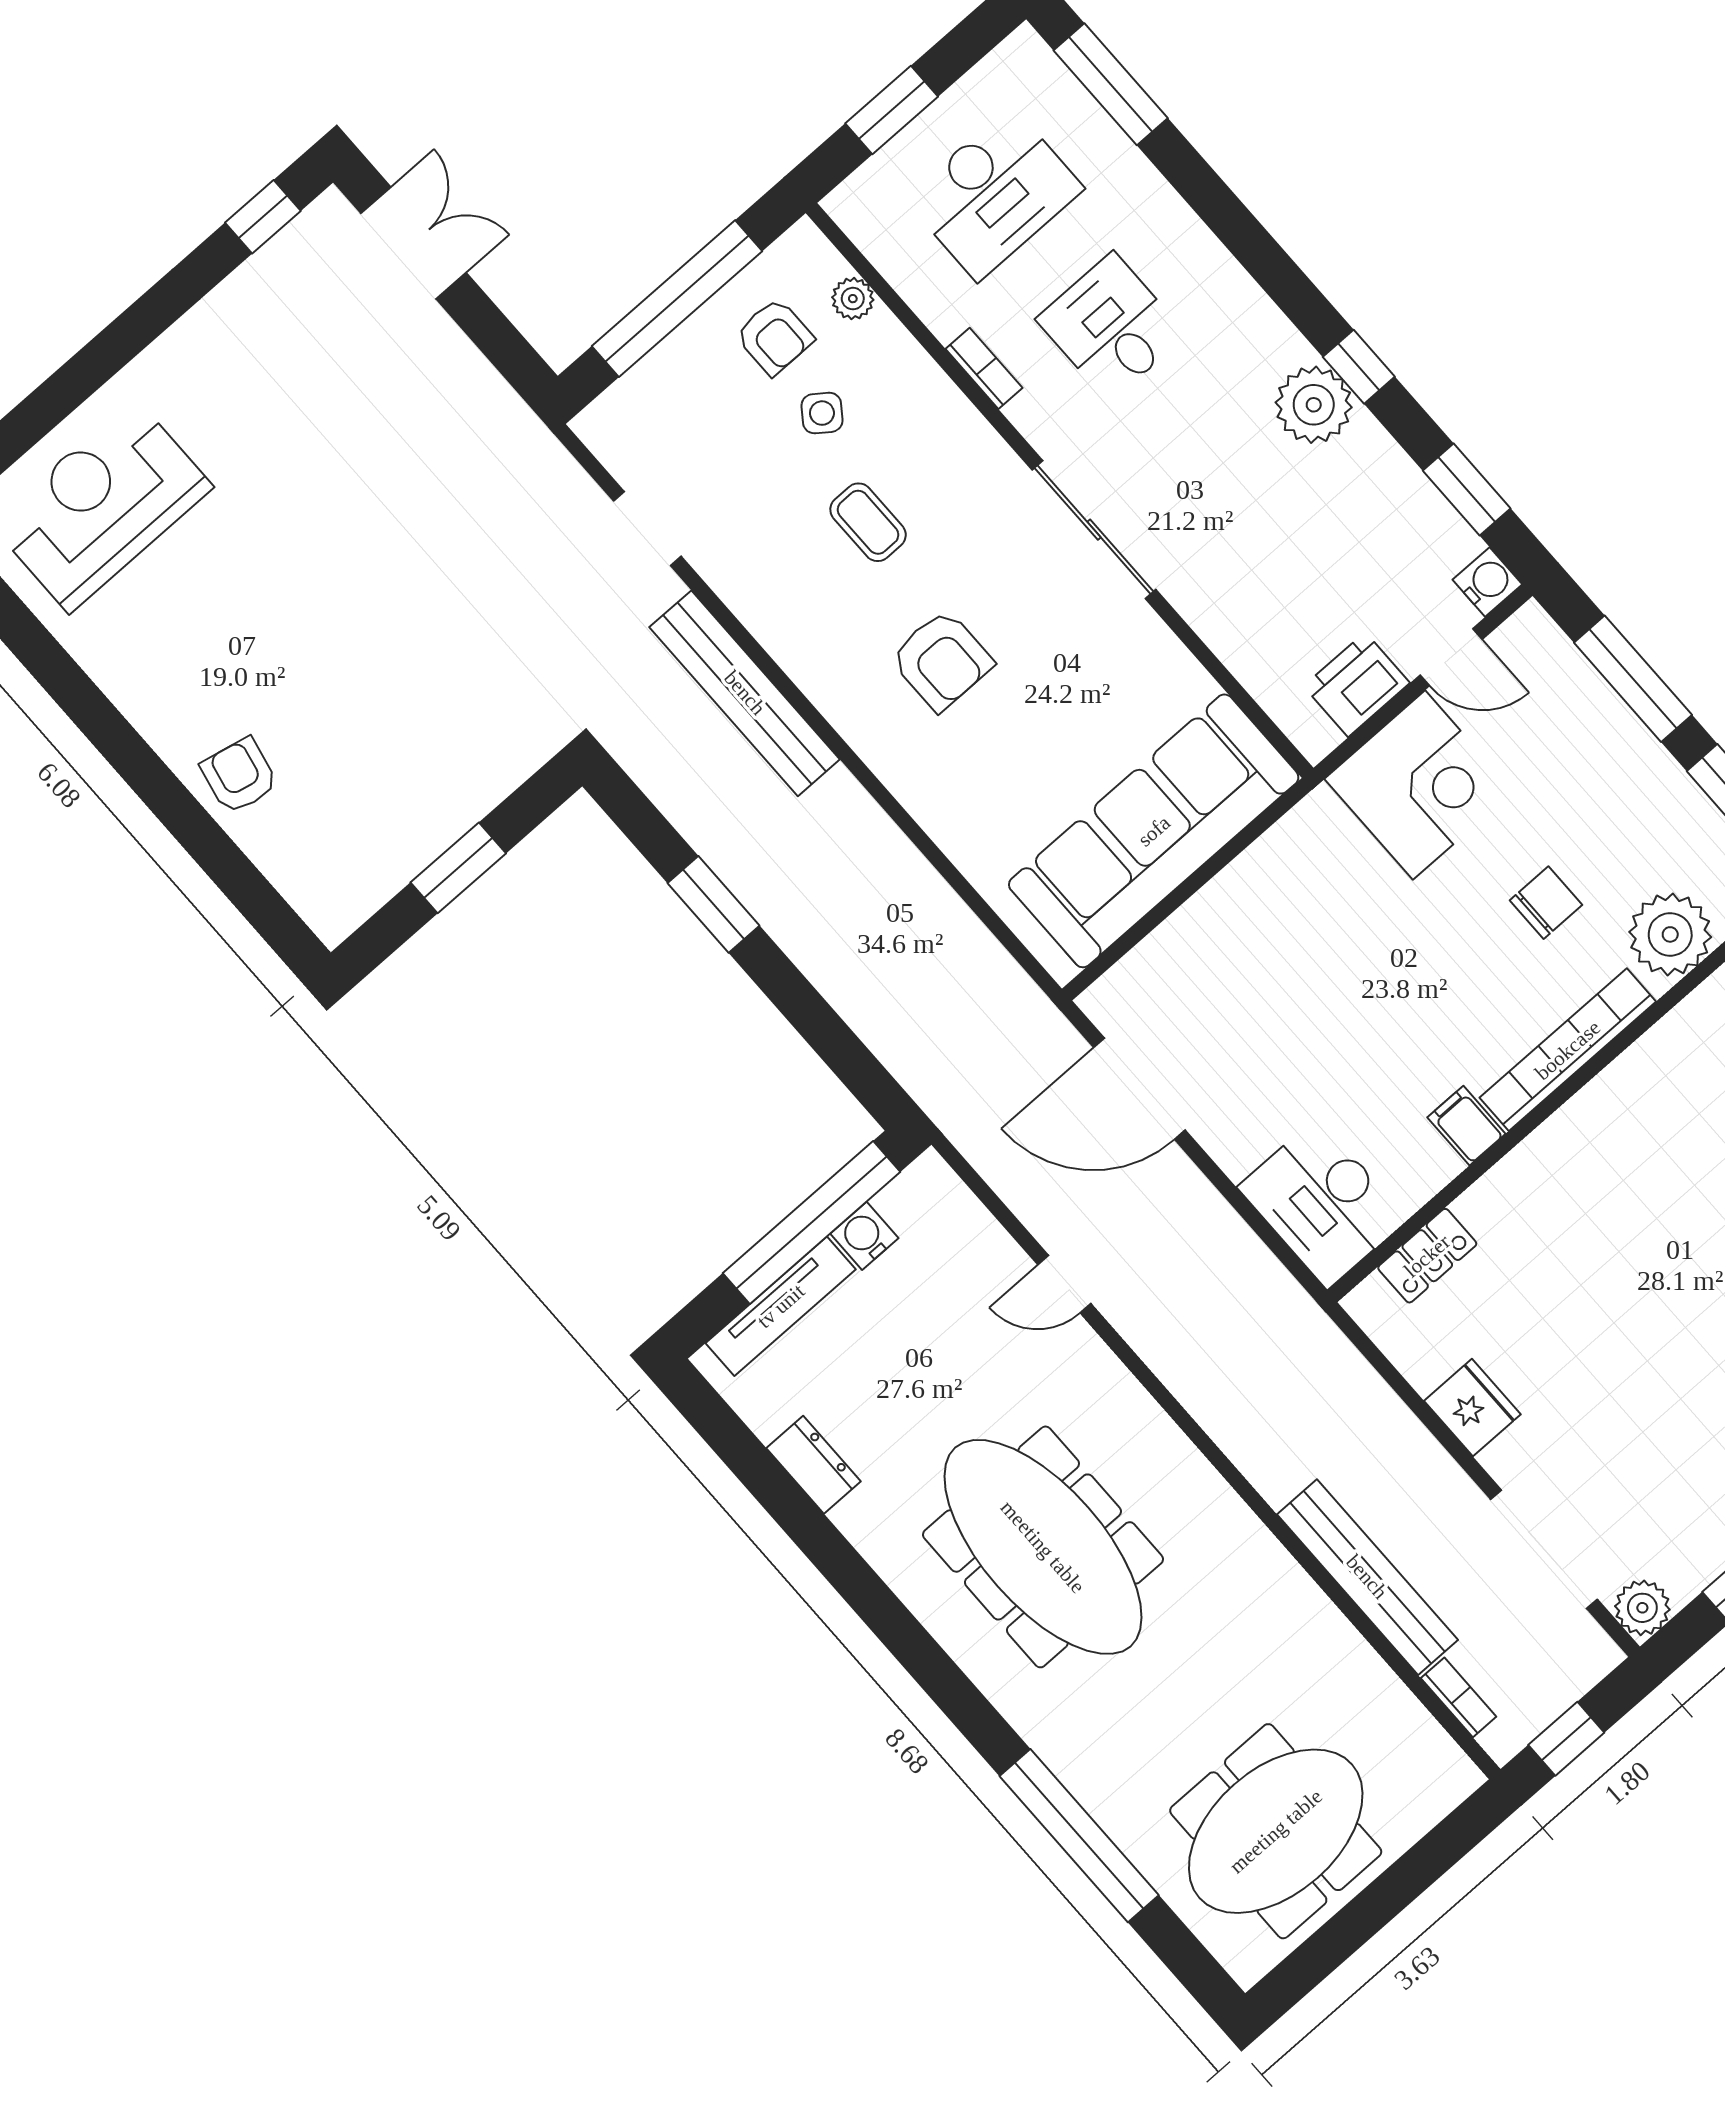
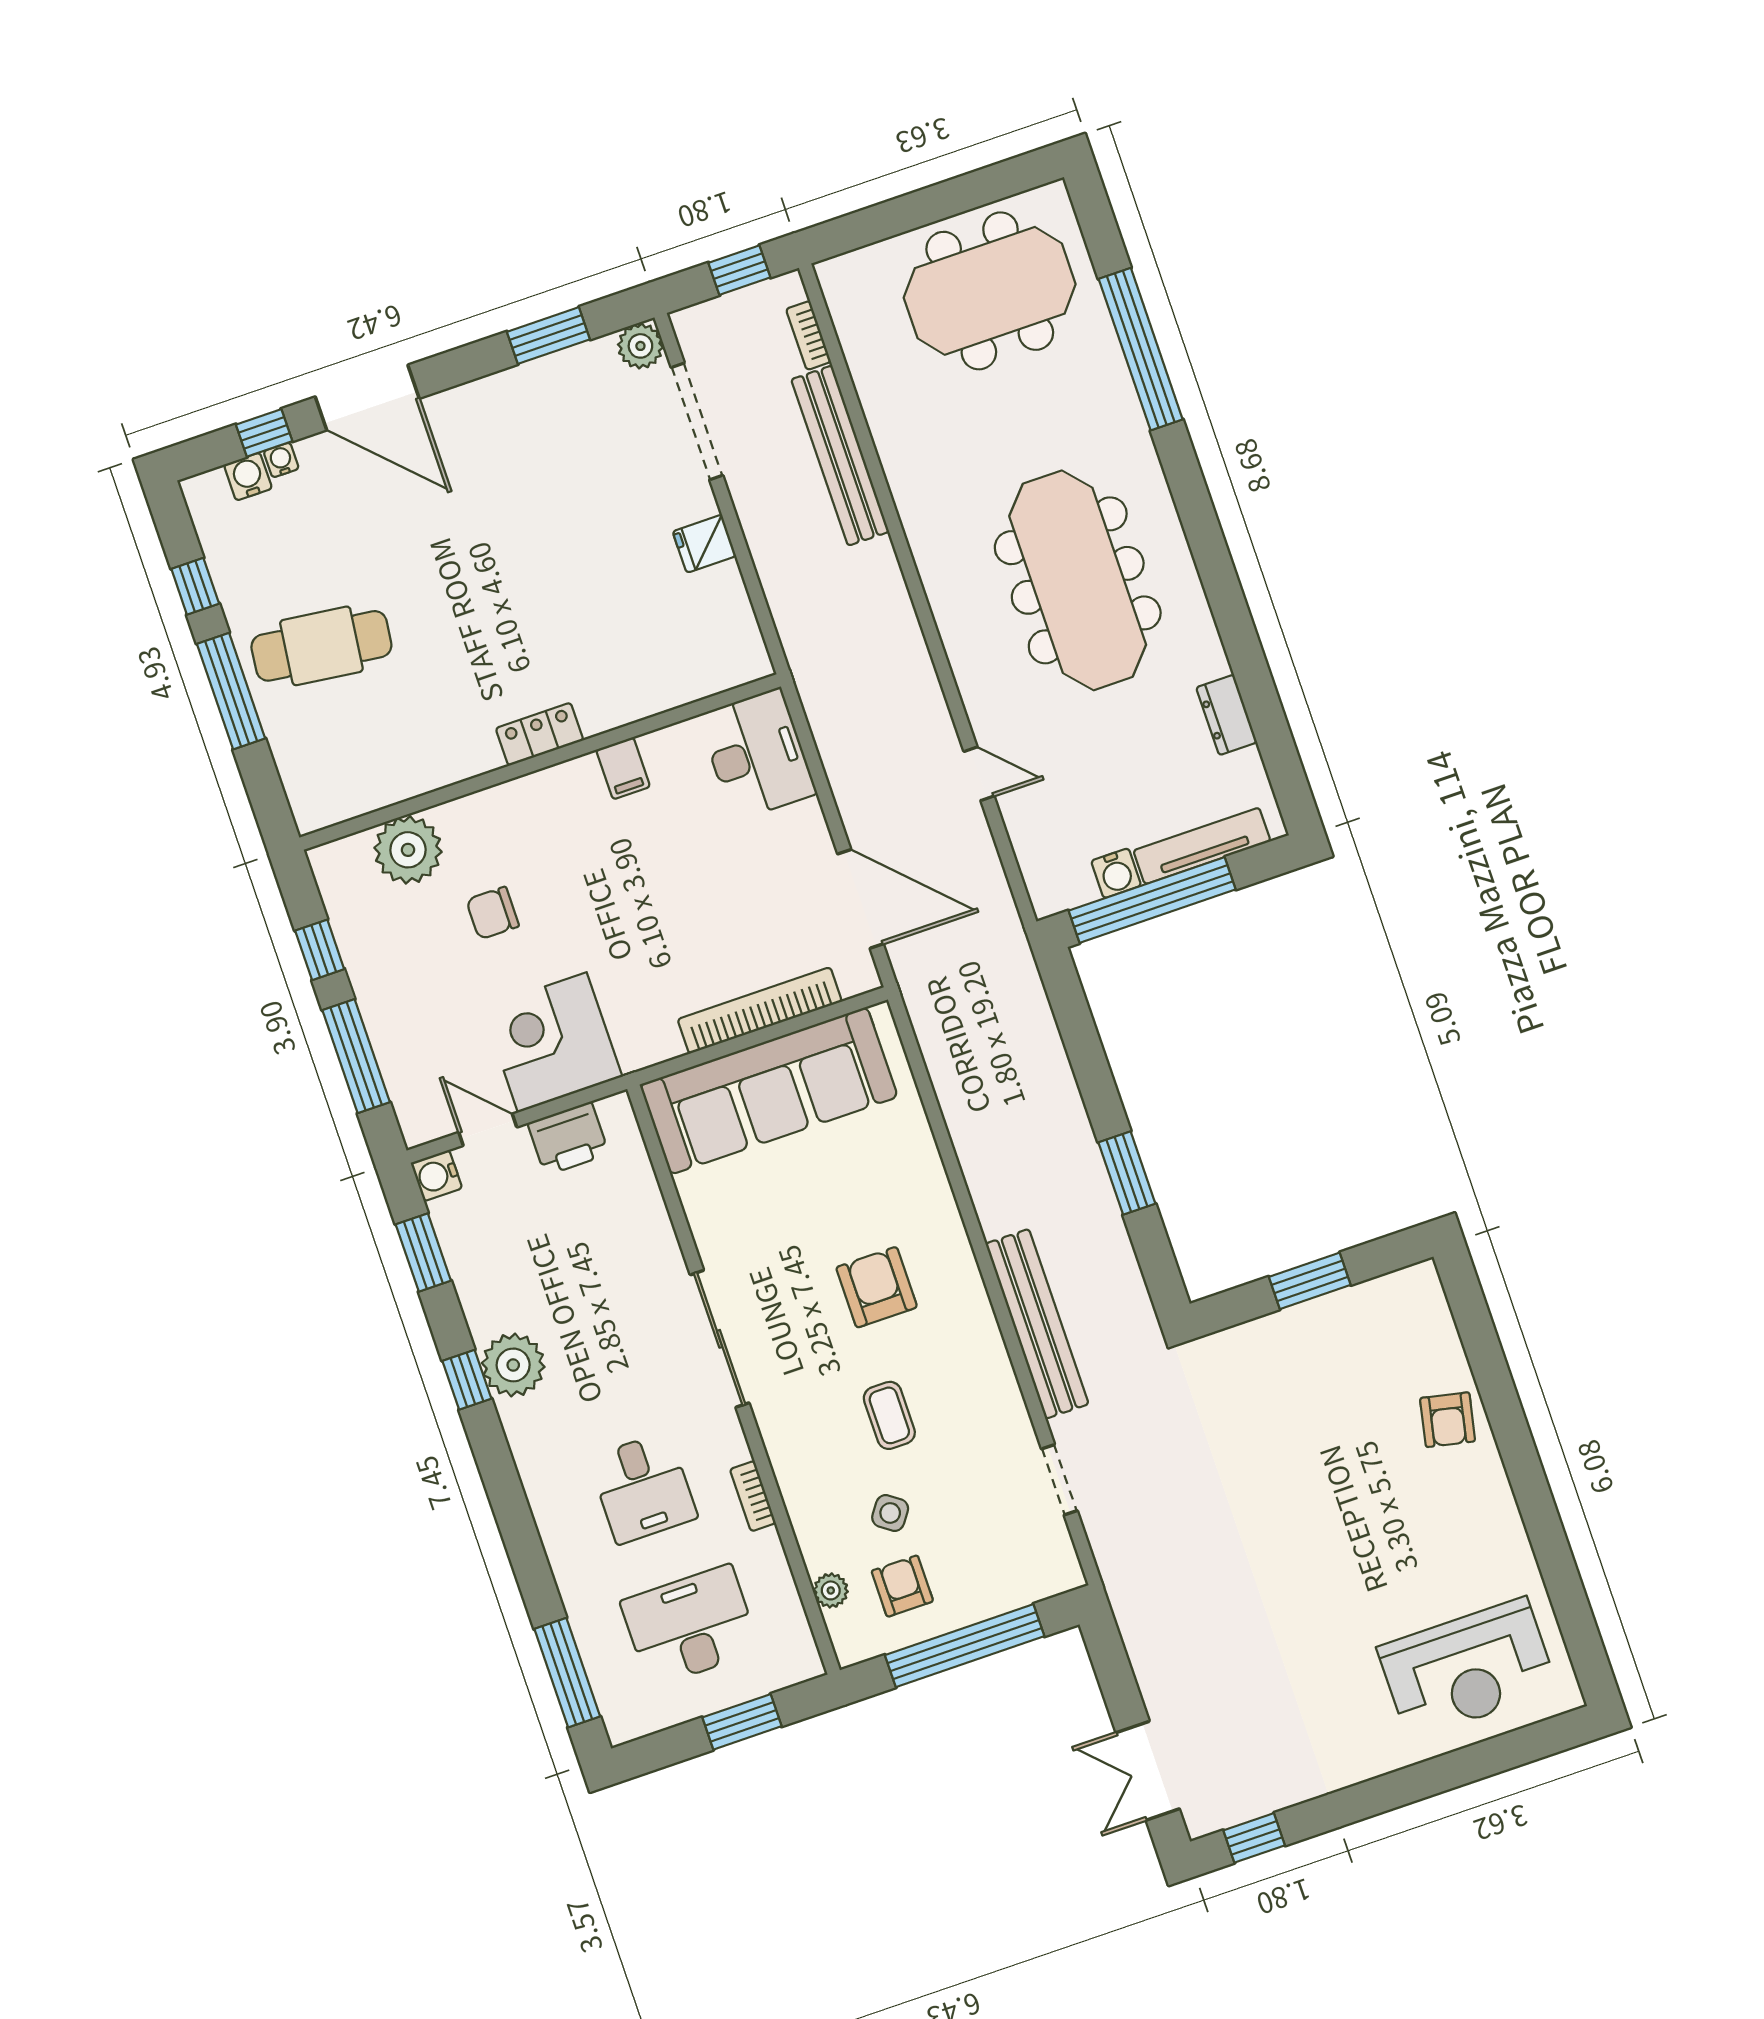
bookcase: (1568, 1050) -> (760, 1010), moved, turned 180
locker: (1427, 1256) -> (540, 734), moved
fridge: (1472, 1408) -> (704, 544), width x0.72

